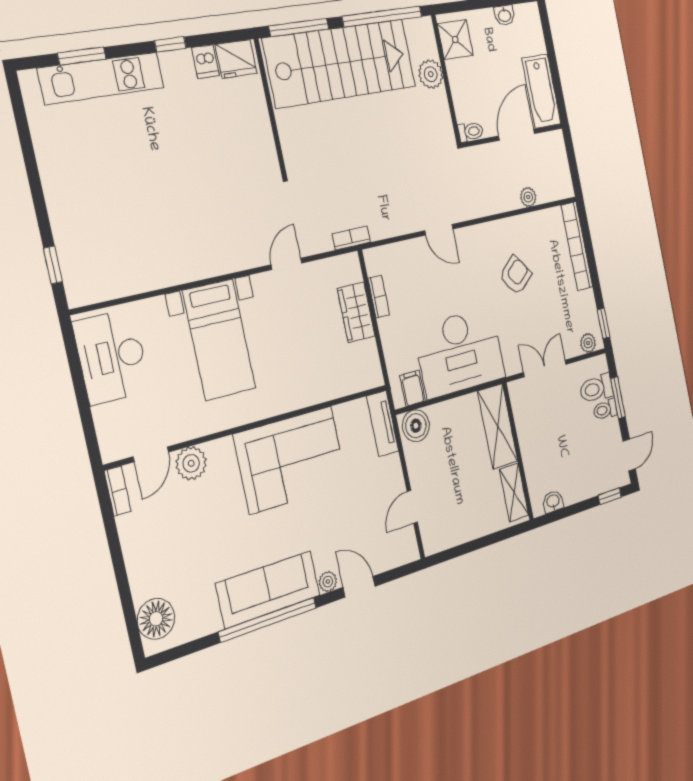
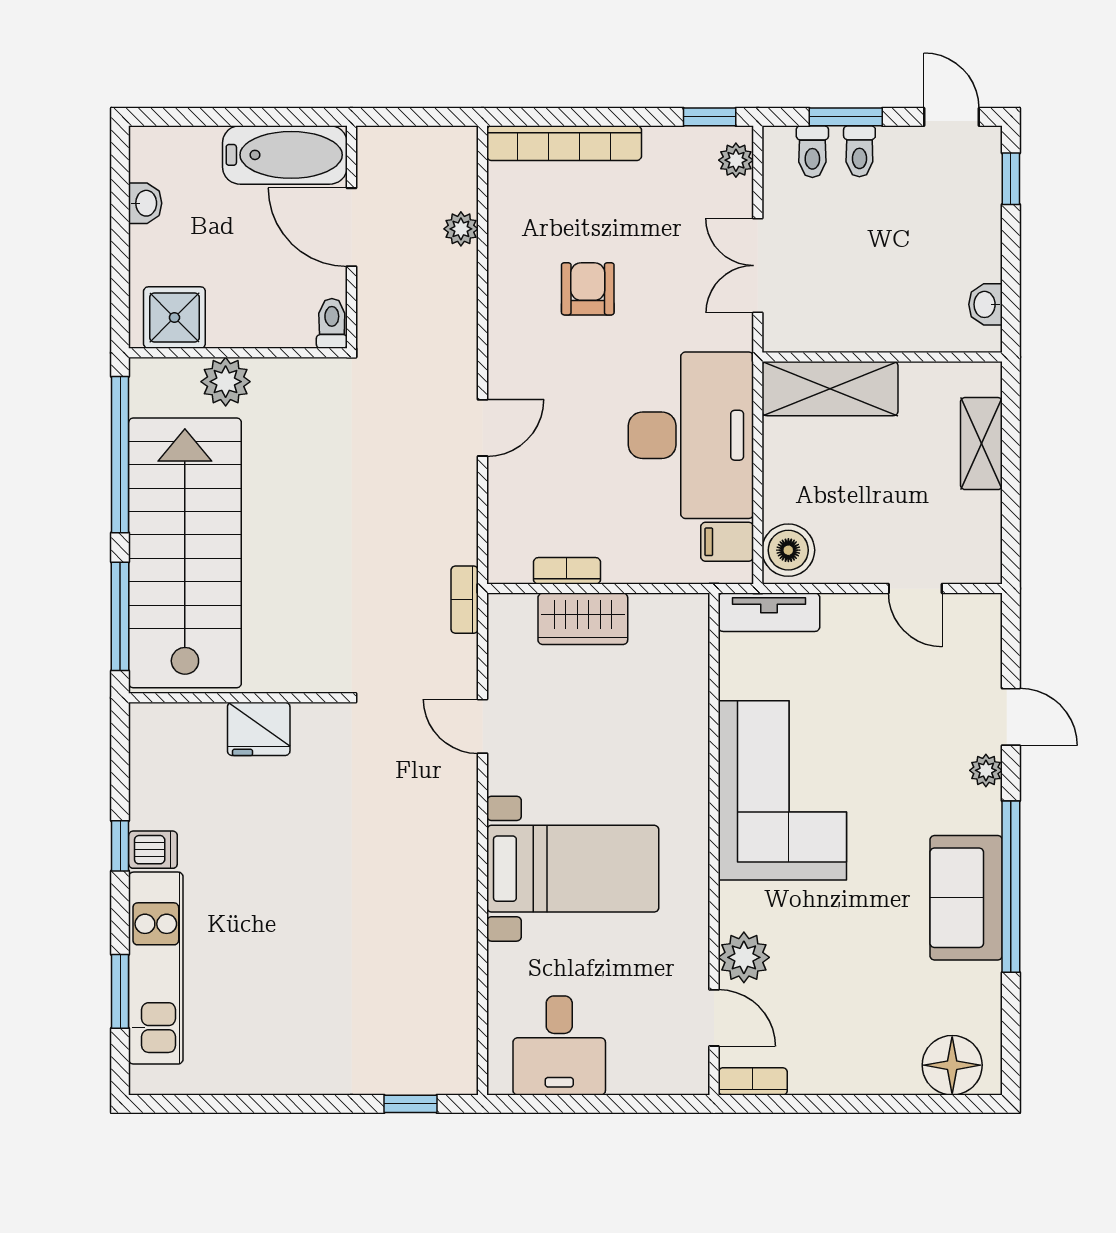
fridge: (236, 59) -> (259, 729), moved, turned 90
dishwasher: (205, 62) -> (153, 850), moved
armchair: (516, 275) -> (588, 289), turned 39
desk: (112, 357) -> (559, 1045), width x0.73
toilet: (596, 388) -> (812, 152), width x0.73, depth x0.72
shelving: (514, 492) -> (981, 444), moved, turned 90
door: (359, 587) -> (1011, 717), swing flipped
sofa: (268, 589) -> (966, 898), width x0.73

